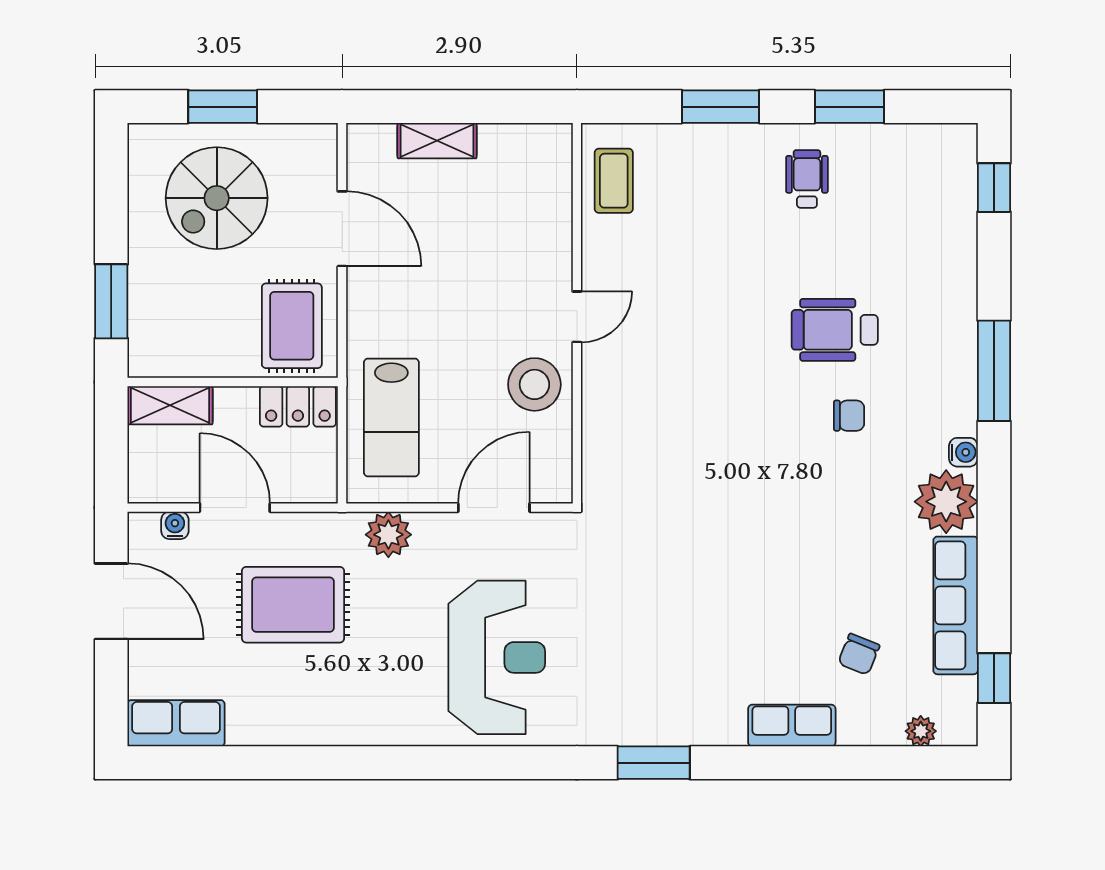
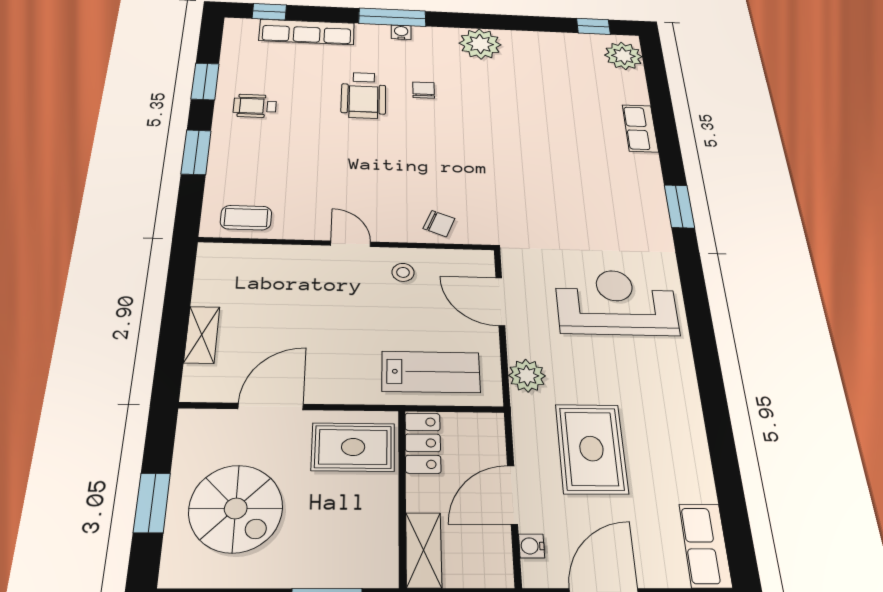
stool: (534, 384) -> (403, 272), width x0.53, depth x0.53
water cooler: (963, 452) -> (401, 32), moved
row of seats: (956, 605) -> (307, 32), moved
chair: (859, 654) -> (439, 224), moved
plant: (921, 731) -> (623, 56), width x1.87, depth x1.87

